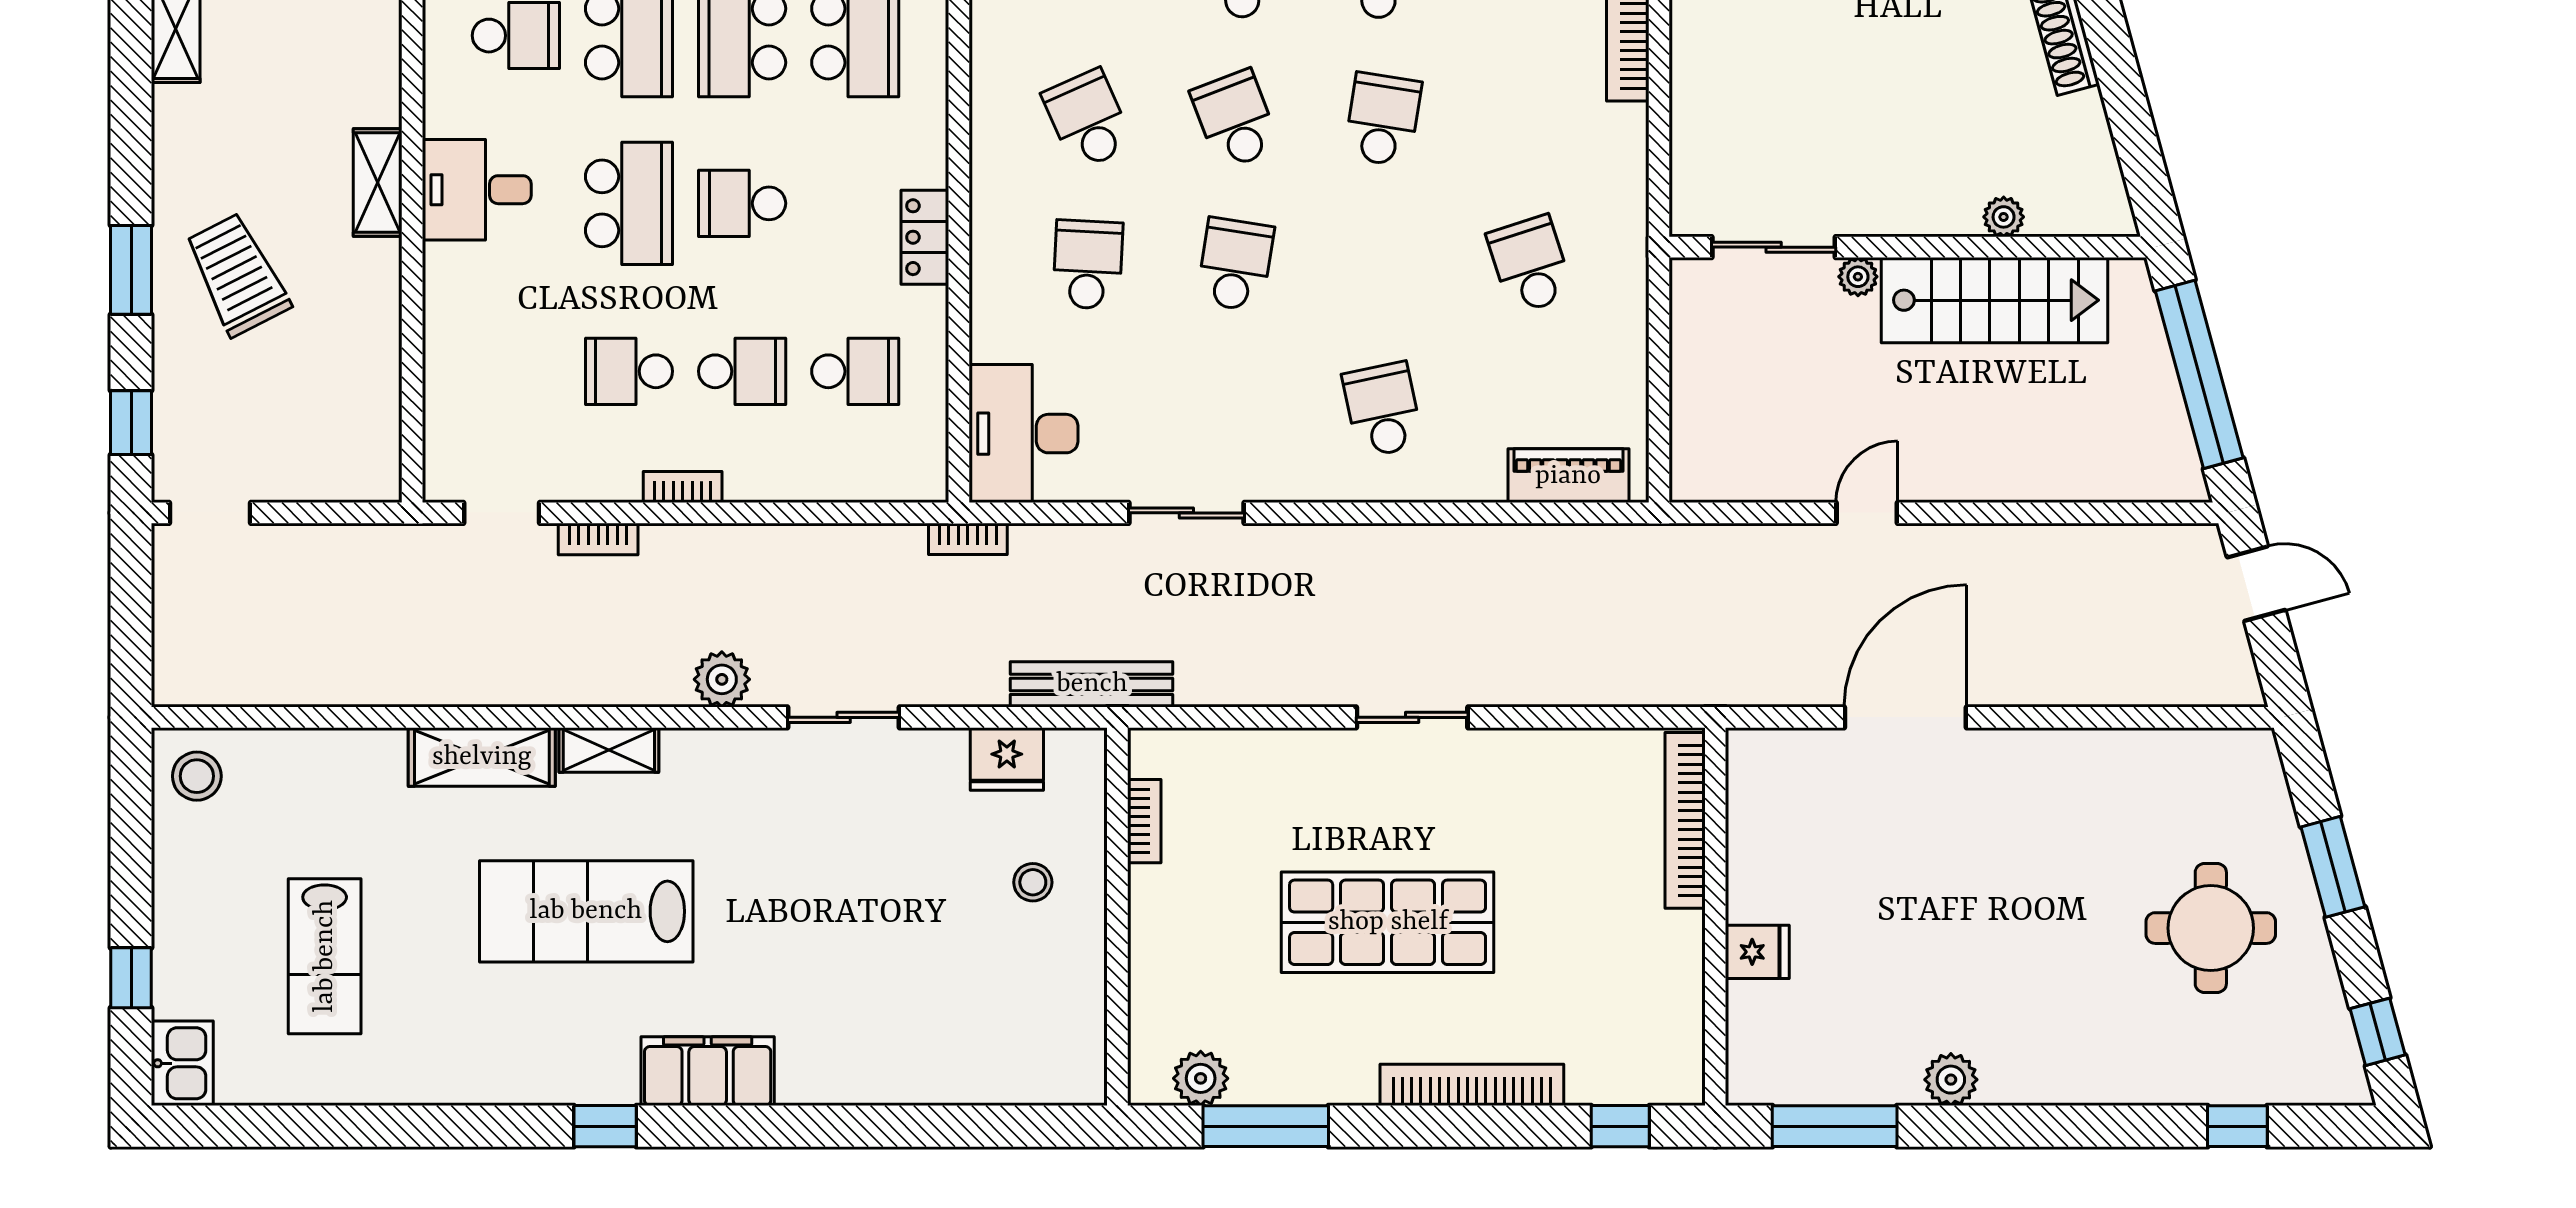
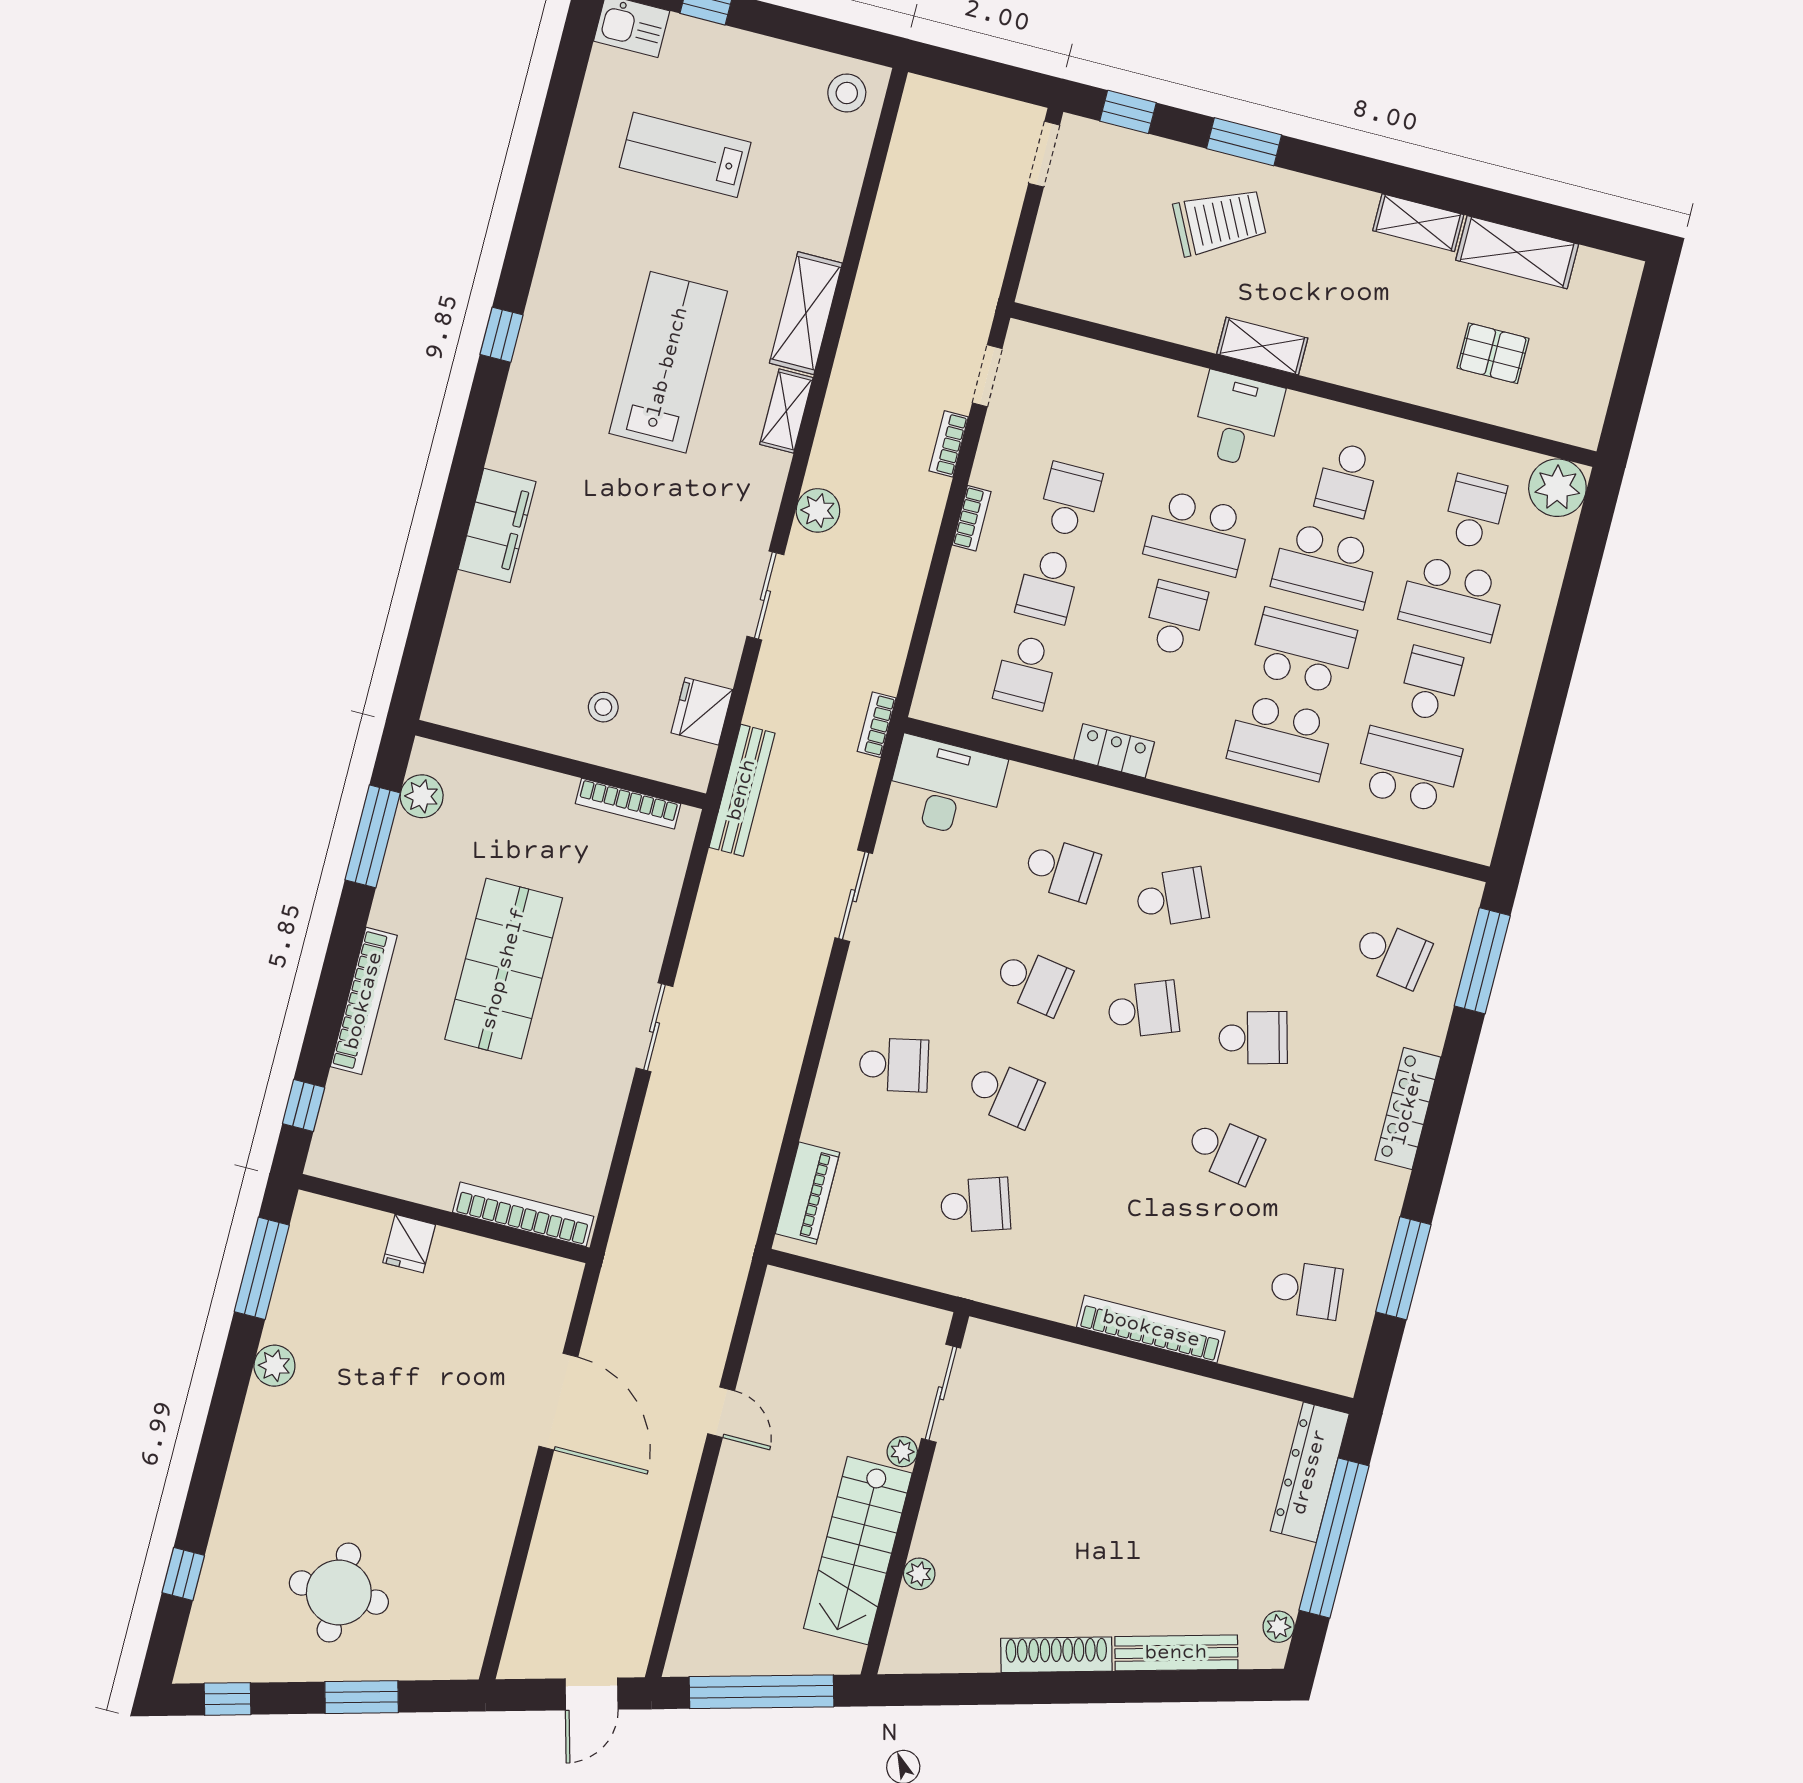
school desk: (1383, 119) -> (1004, 1093), moved
bookcase: (1144, 821) -> (628, 804), width x1.56
filing cabinet: (708, 1071) -> (497, 525), moved

